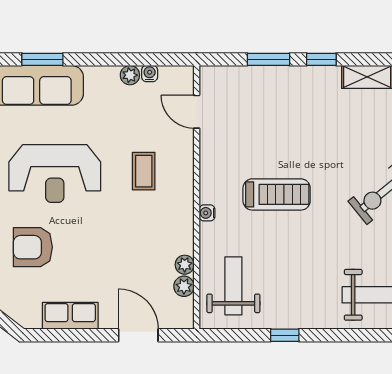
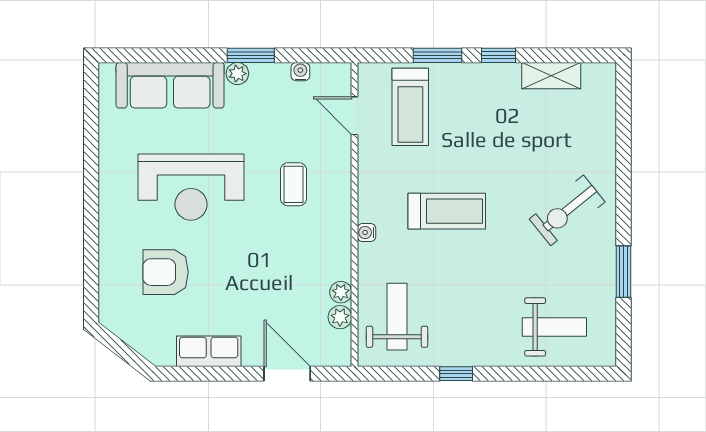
window: (42, 59) -> (251, 55), moved
plant: (130, 75) -> (237, 74), moved
treadmill: (245, 104) -> (410, 107), added

